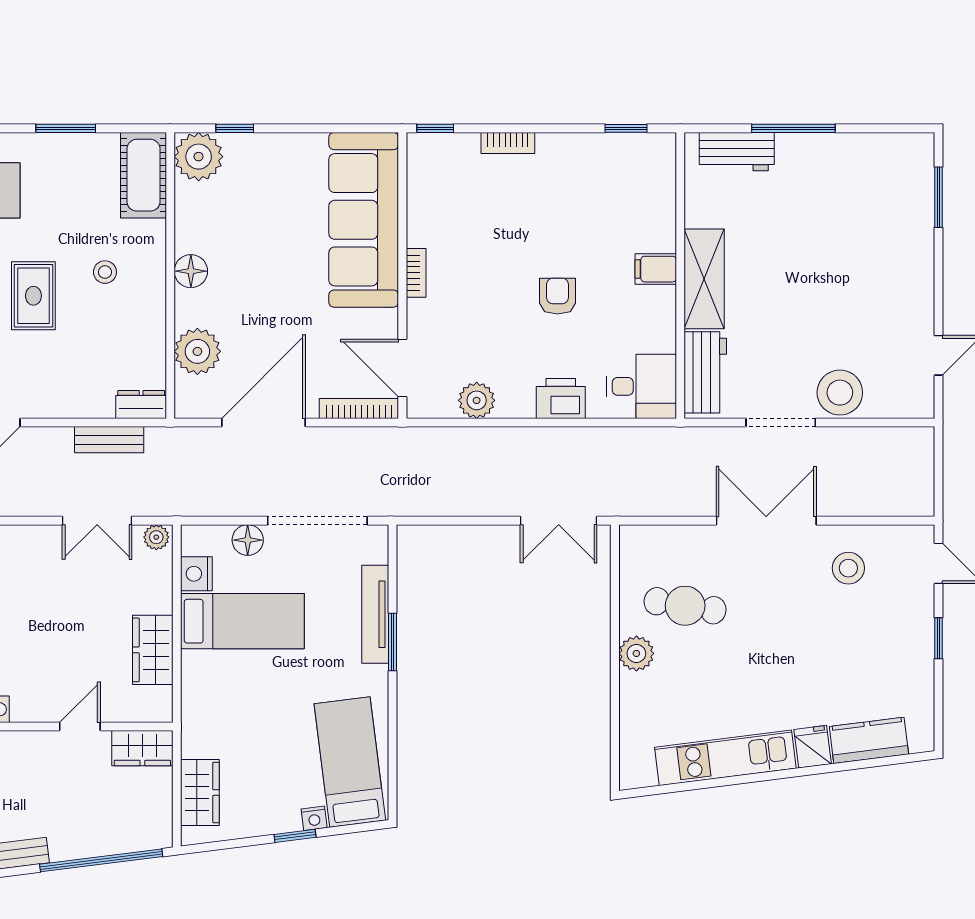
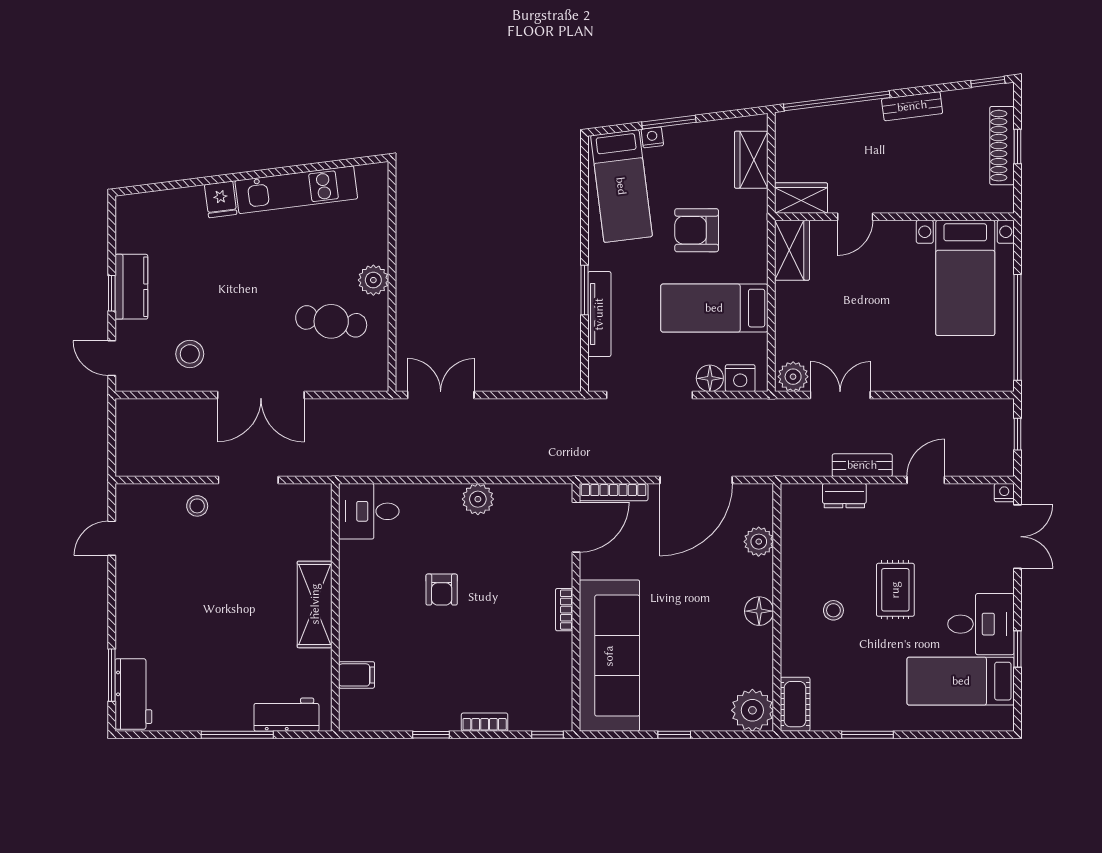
window: (235, 128) -> (674, 735), moved
window: (626, 128) -> (431, 735), moved
cot: (144, 175) -> (795, 704), width x0.73, depth x0.75
filing cabinet: (656, 269) -> (357, 675), moved
plant: (197, 351) -> (759, 542), width x0.73, depth x0.73
door: (402, 368) -> (576, 527), hinge flipped
workbench: (705, 372) -> (133, 694), moved, turned 180
stool: (840, 393) -> (197, 506), width x0.53, depth x0.53
printer: (561, 398) -> (439, 501), removed
plant: (477, 400) -> (478, 499), moved
dresser: (141, 404) -> (844, 496), moved
bench: (109, 440) -> (862, 465), moved
plant: (156, 537) -> (793, 377), width x1.38, depth x1.38
nightstand: (196, 574) -> (740, 378), moved, turned 90
wardrobe: (153, 650) -> (792, 250), moved
armchair: (263, 711) -> (697, 230), added
kitchen counter: (869, 740) -> (131, 287), moved, turned -83
window: (295, 836) -> (669, 122), width x1.50

